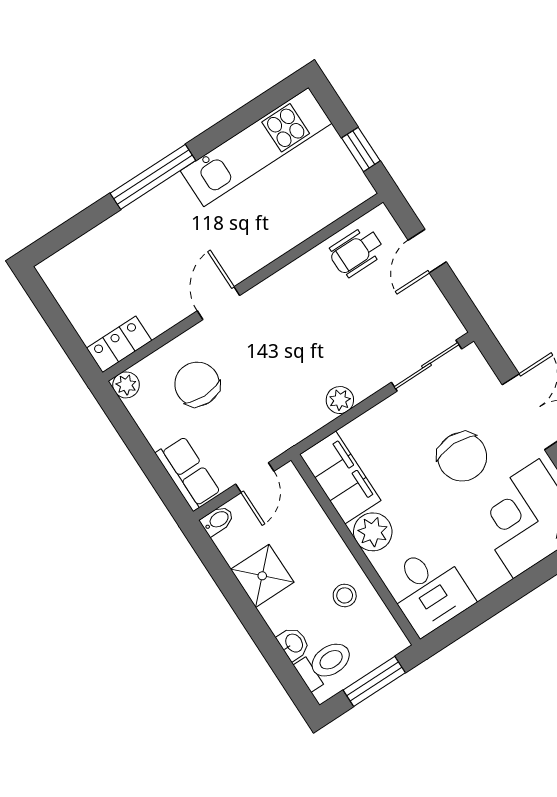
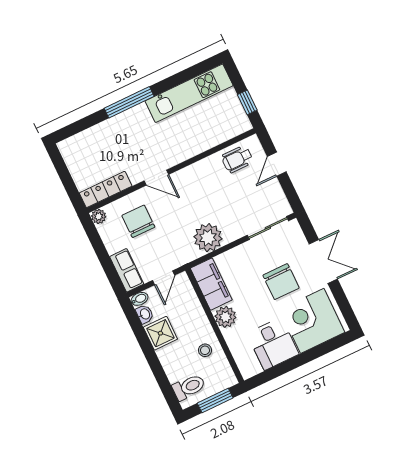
door: (218, 303) -> (156, 178), swing flipped
locker: (119, 344) -> (106, 189), width x1.53
plant: (340, 400) -> (208, 238), width x1.87, depth x1.87
desk: (429, 590) -> (273, 344), moved
washbasin: (293, 643) -> (145, 314), moved

